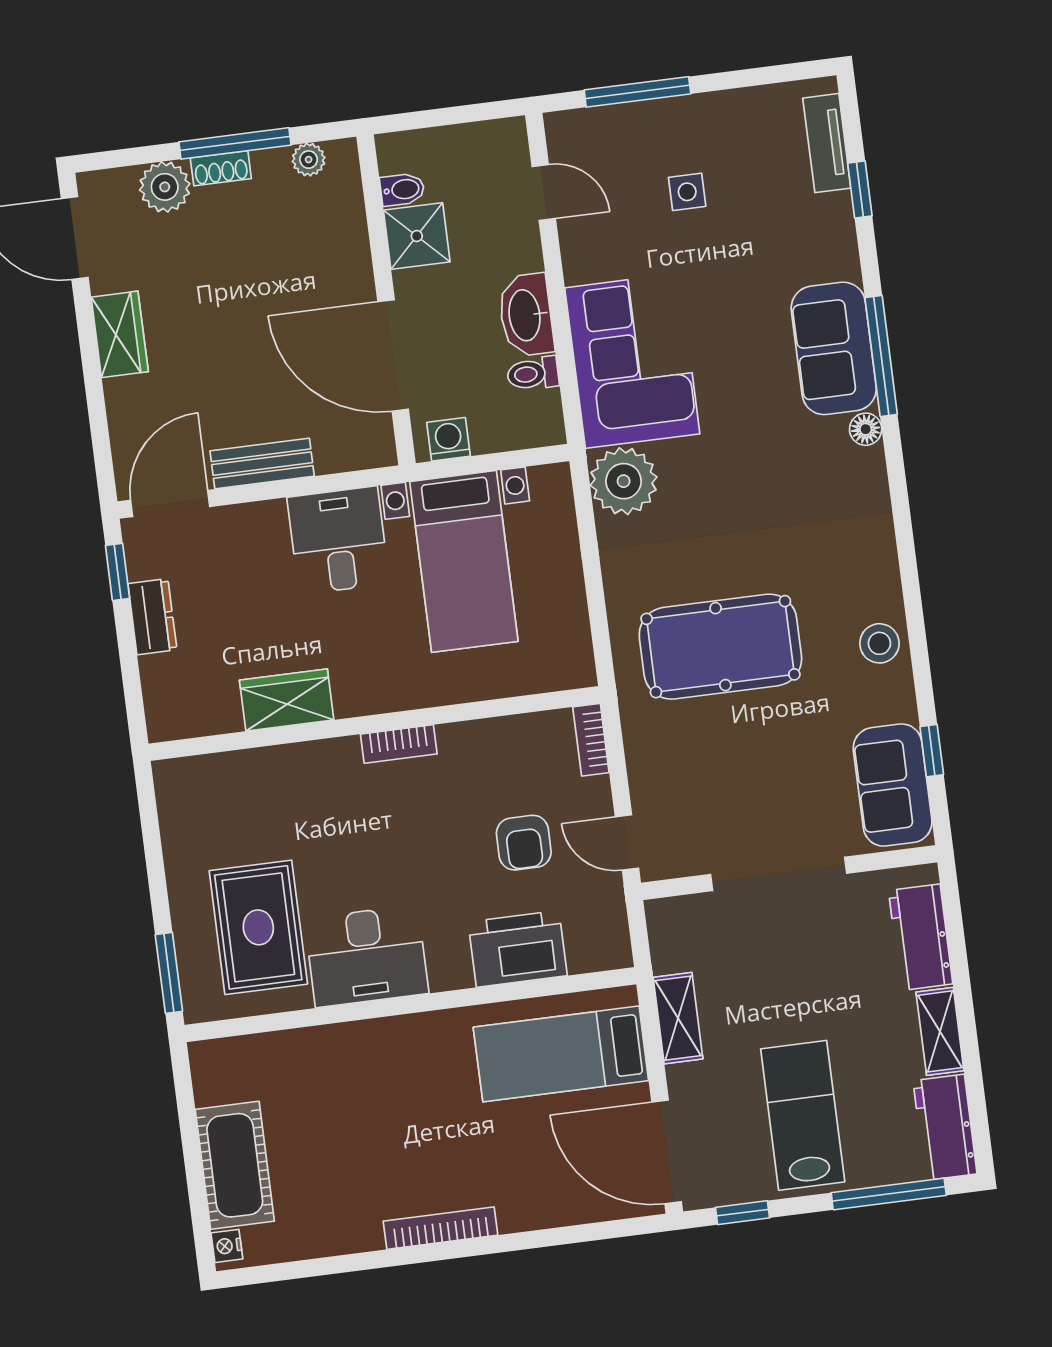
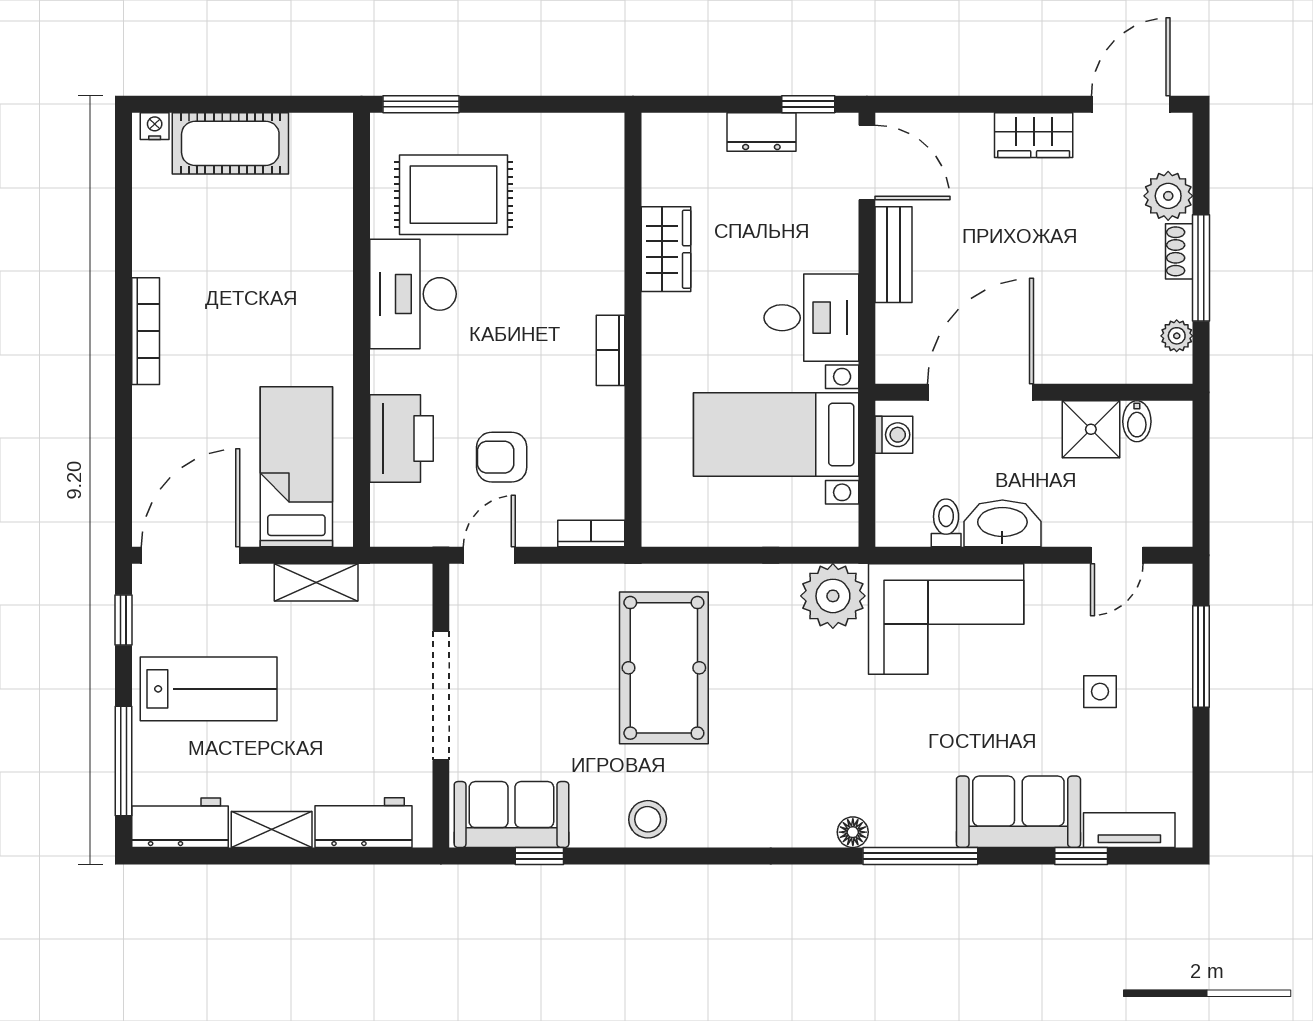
sofa: (834, 348) -> (1018, 812), moved

